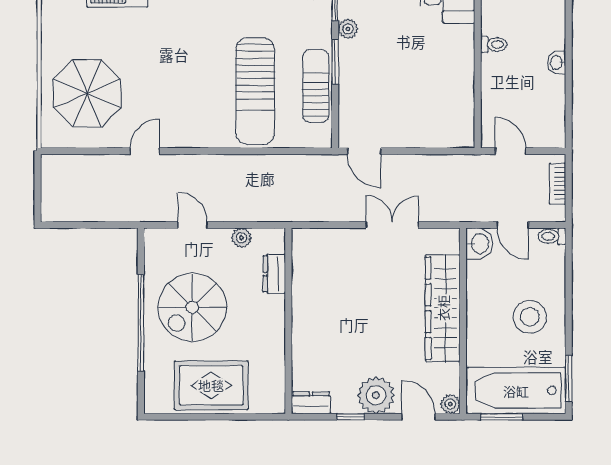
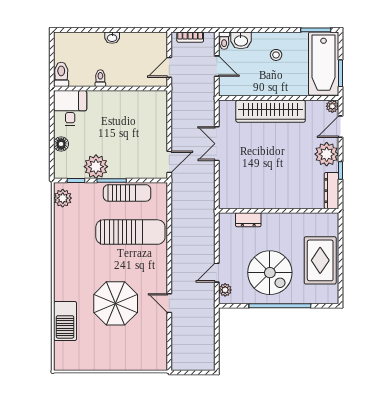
plant: (348, 29) -> (96, 167), width x1.88, depth x1.88
sun lounger: (316, 86) -> (127, 193), turned 180
parasol: (87, 93) -> (116, 303), moved
door: (513, 225) -> (217, 66), hinge flipped
plant: (242, 238) -> (225, 290), moved
washbasin: (479, 244) -> (241, 40), moved, turned 180
stool: (530, 317) -> (276, 55), width x0.53, depth x0.53
dresser: (311, 403) -> (331, 191), width x1.44

